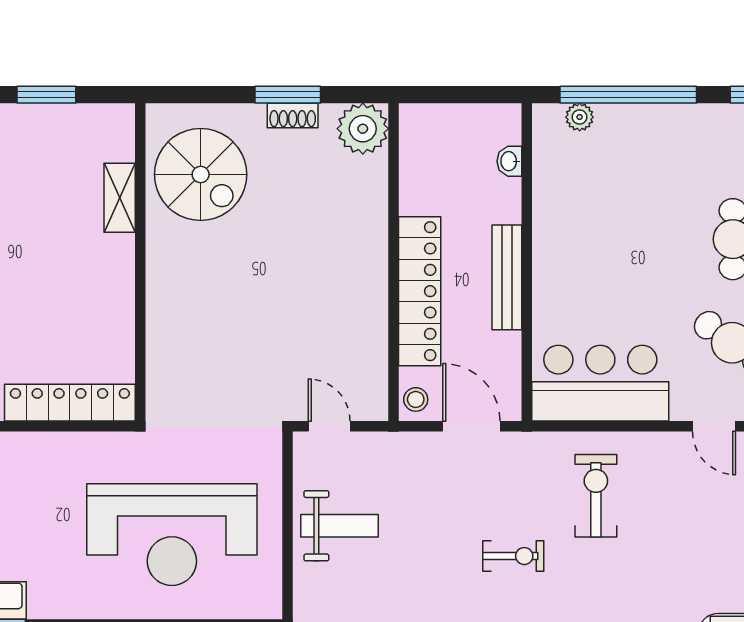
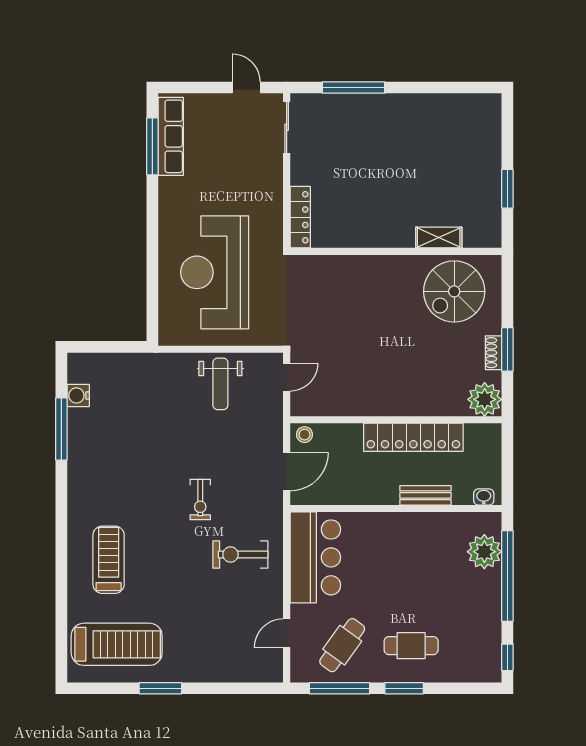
plant: (580, 117) -> (484, 552), width x1.88, depth x1.88
washbasin: (509, 161) -> (484, 497), moved
bench: (507, 277) -> (425, 495), moved, width x0.73
locker: (420, 291) -> (413, 437), moved
locker: (70, 403) -> (300, 217), width x0.71, depth x0.83
exercise bike: (596, 496) -> (240, 554), turned 180

